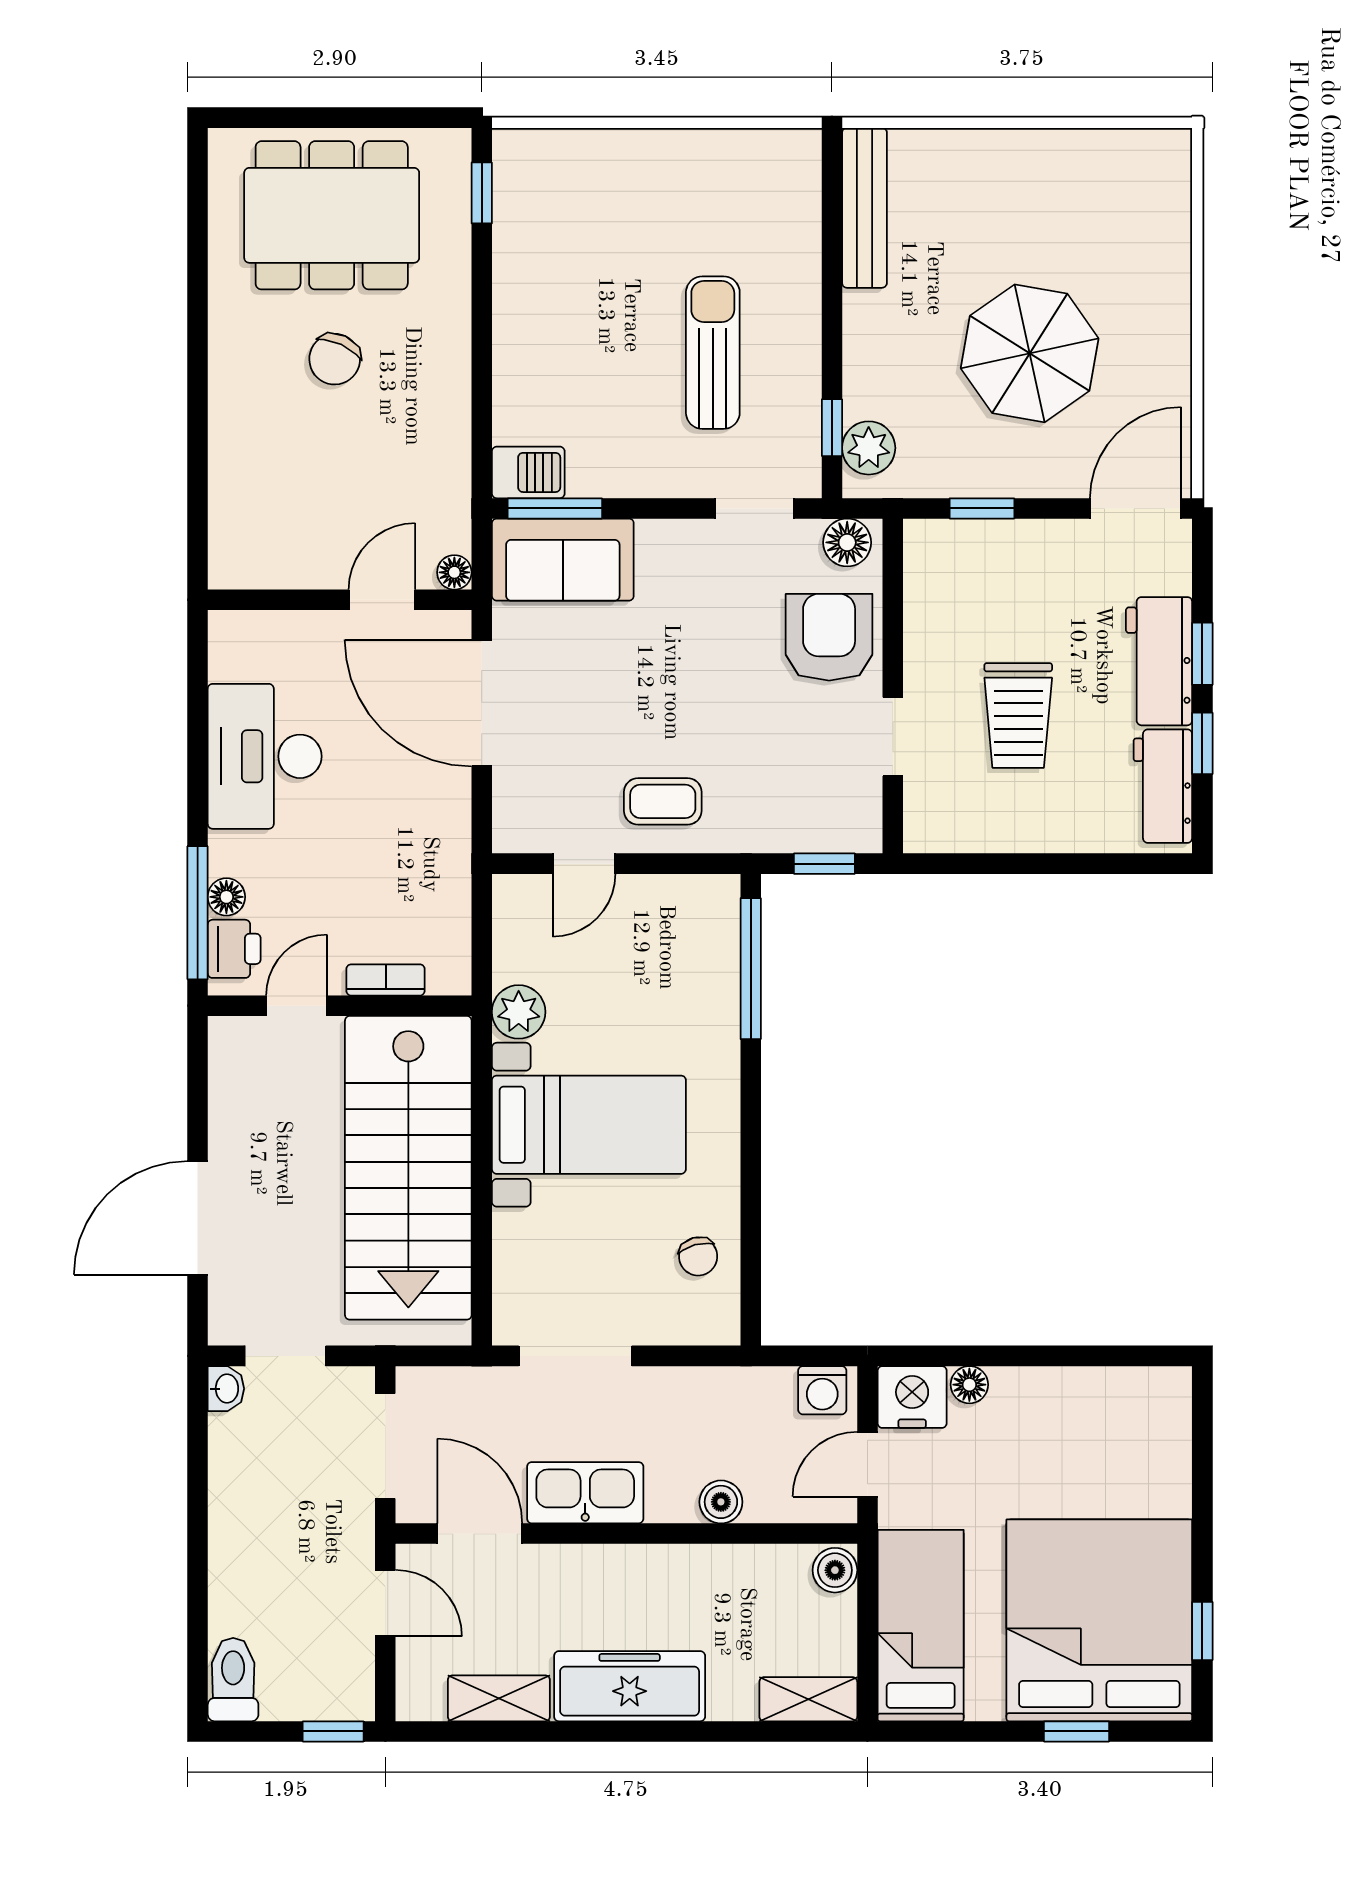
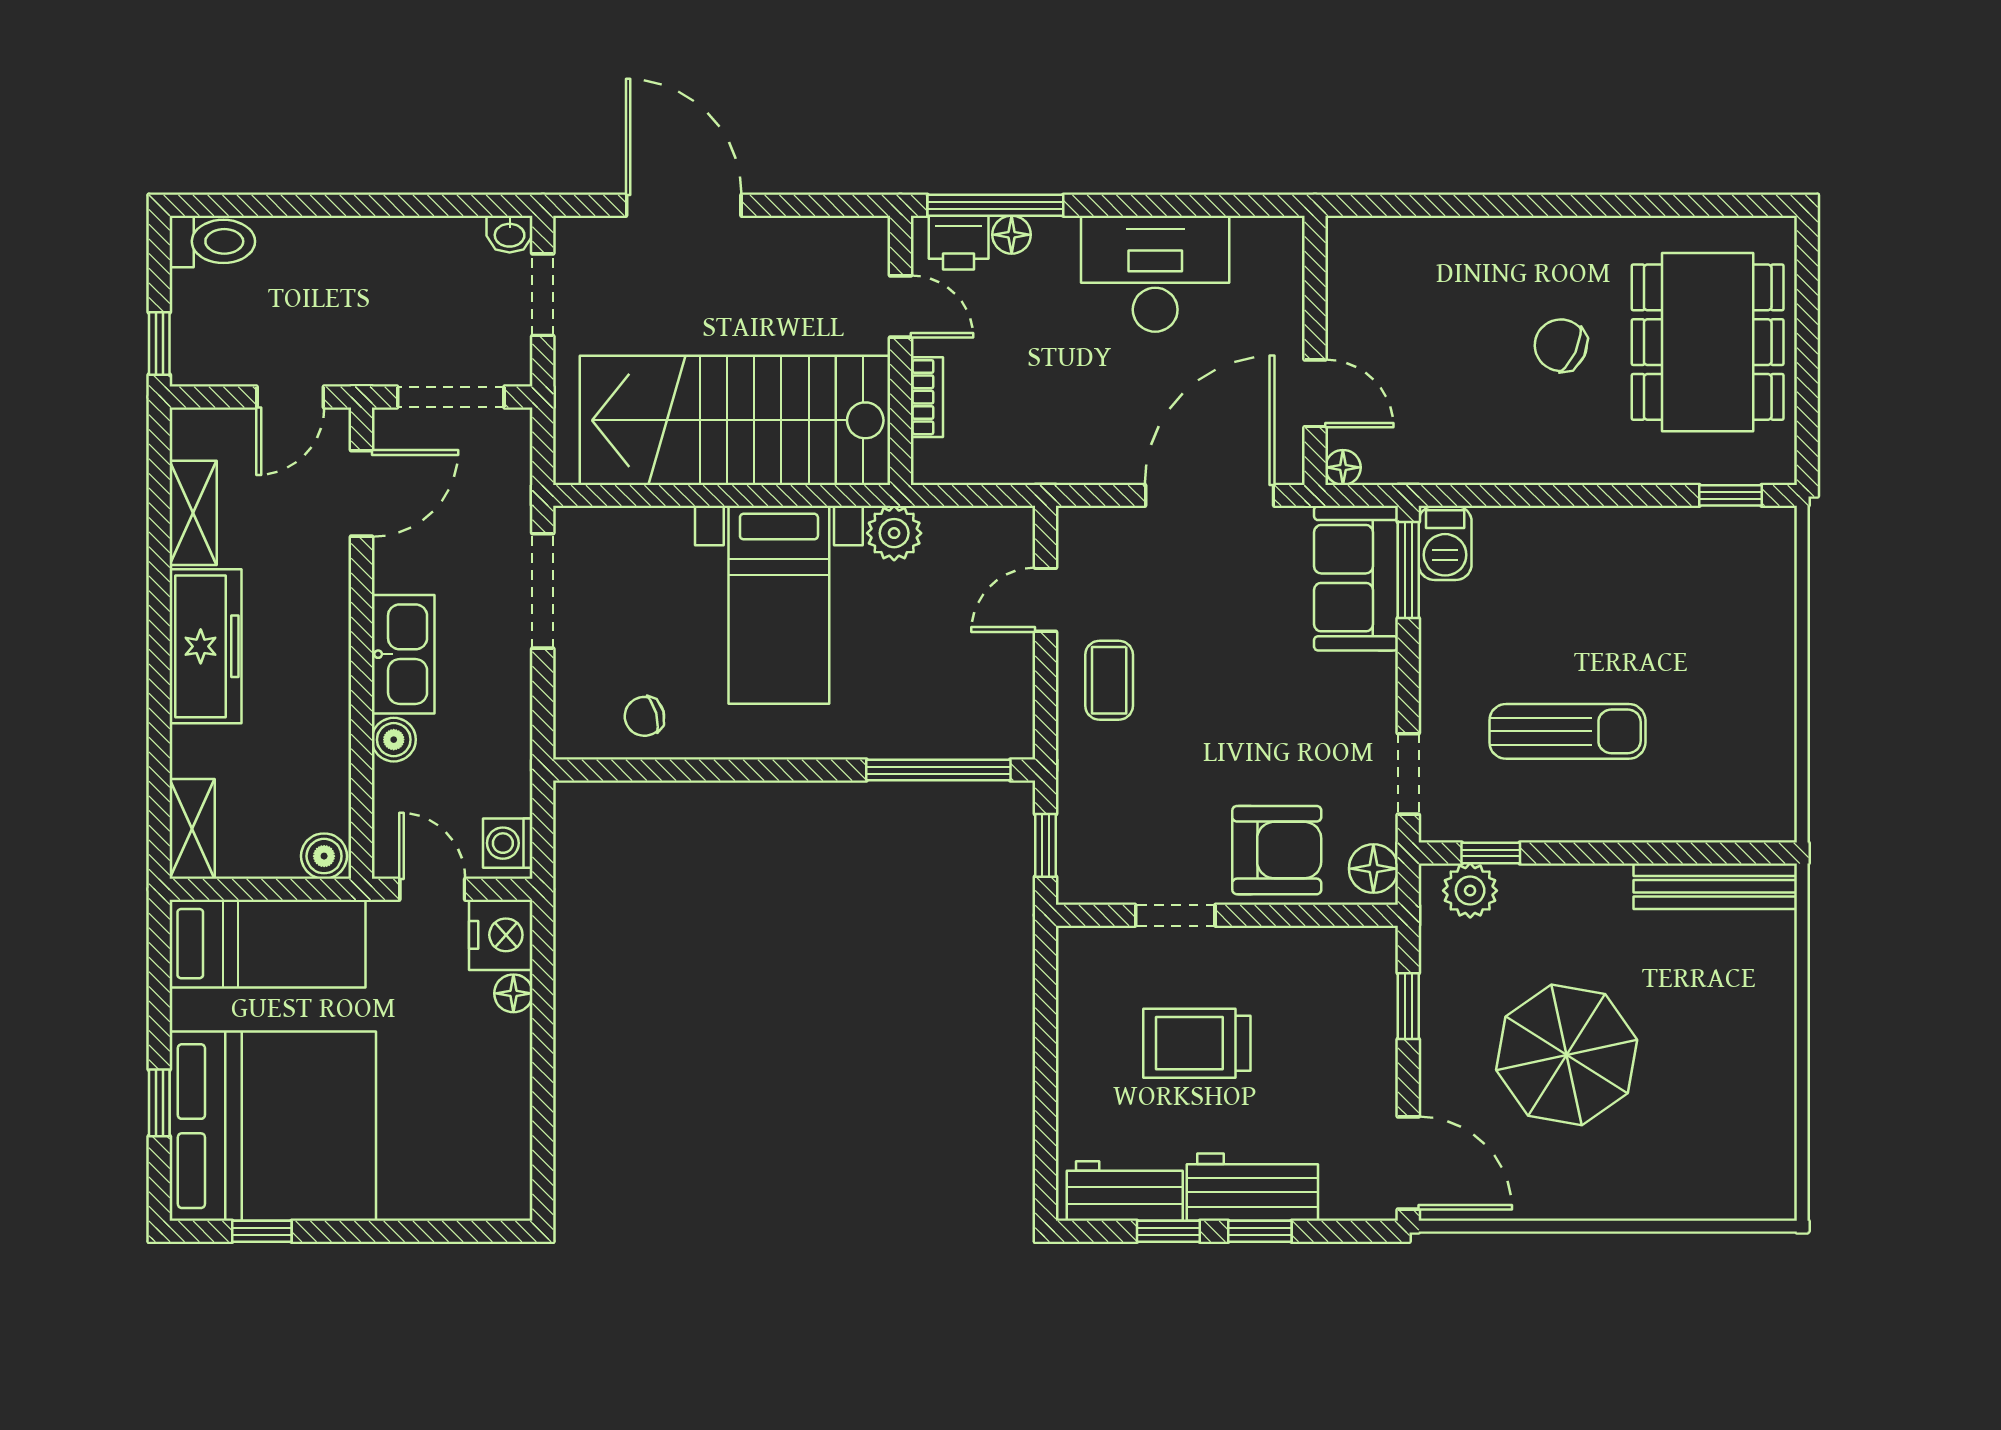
door: (584, 864) -> (1046, 600), hinge flipped
kitchen sink: (585, 1493) -> (403, 654), moved

